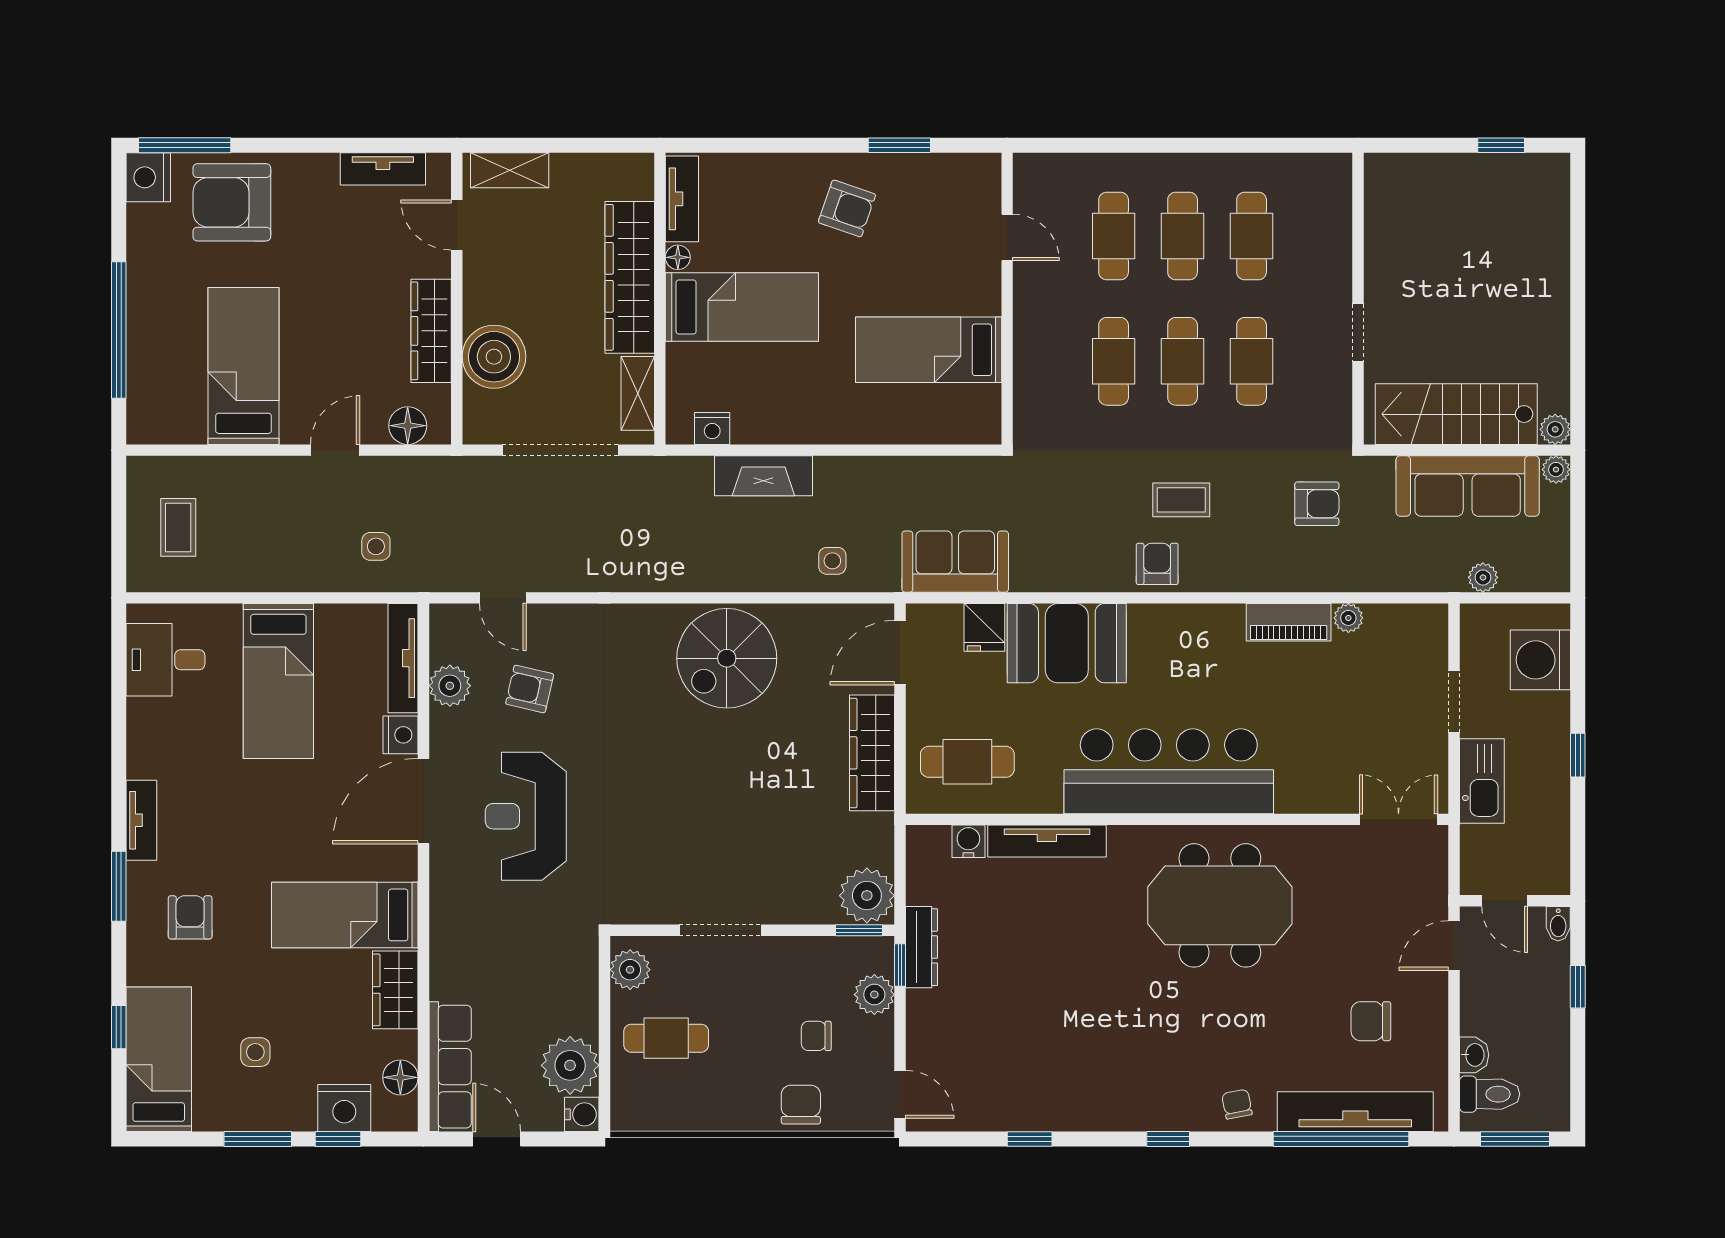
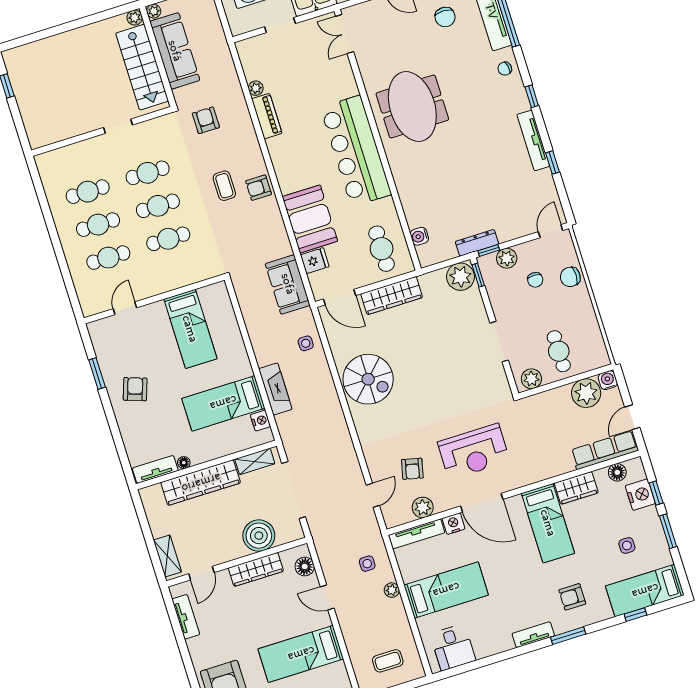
bed: (742, 307) -> (223, 403), moved, turned -90
plant: (1483, 577) -> (392, 590), moved
tv unit: (1047, 841) -> (533, 140), moved, turned 180

